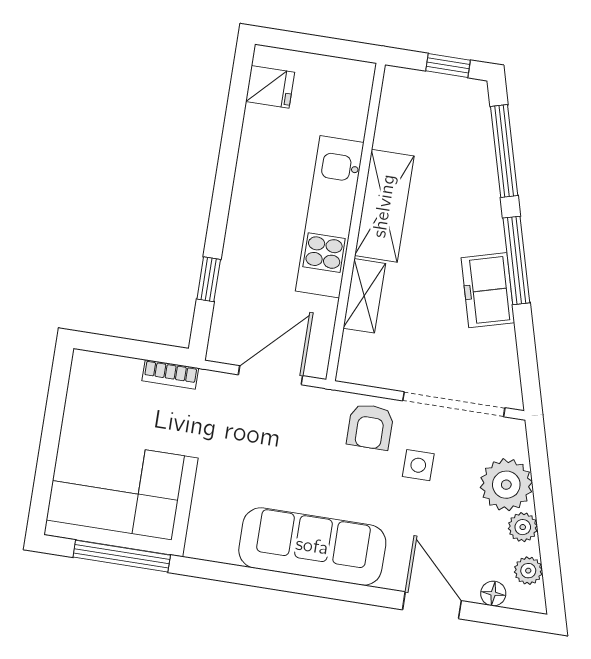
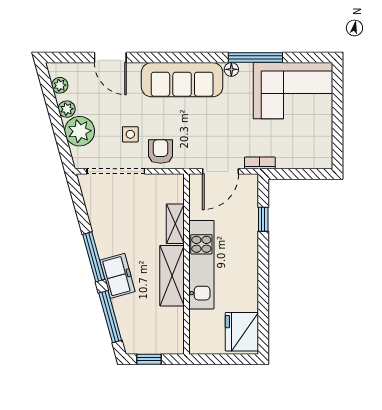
fridge: (270, 87) -> (242, 332), width x1.88, depth x1.34
freezer: (488, 290) -> (117, 276), moved
bookcase: (170, 374) -> (260, 163), moved
window: (122, 556) -> (255, 58), moved
floor lamp: (493, 594) -> (231, 69), moved

